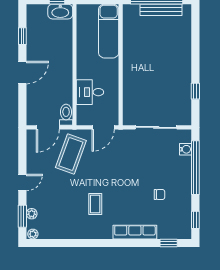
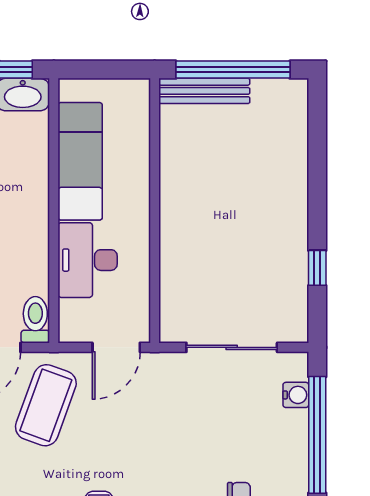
bench: (161, 10) -> (204, 91), moved
exam couch: (109, 31) -> (80, 161), moved, turned 180
desk: (90, 92) -> (88, 260), width x1.37

